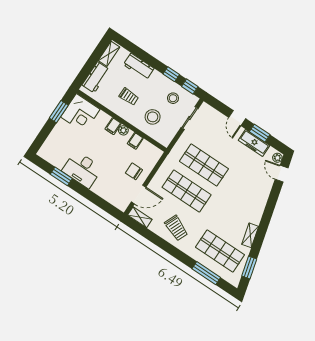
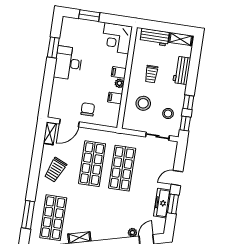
window: (59, 112) -> (89, 16), moved
plant: (277, 158) -> (132, 233), moved
door: (139, 194) -> (69, 123), hinge flipped

